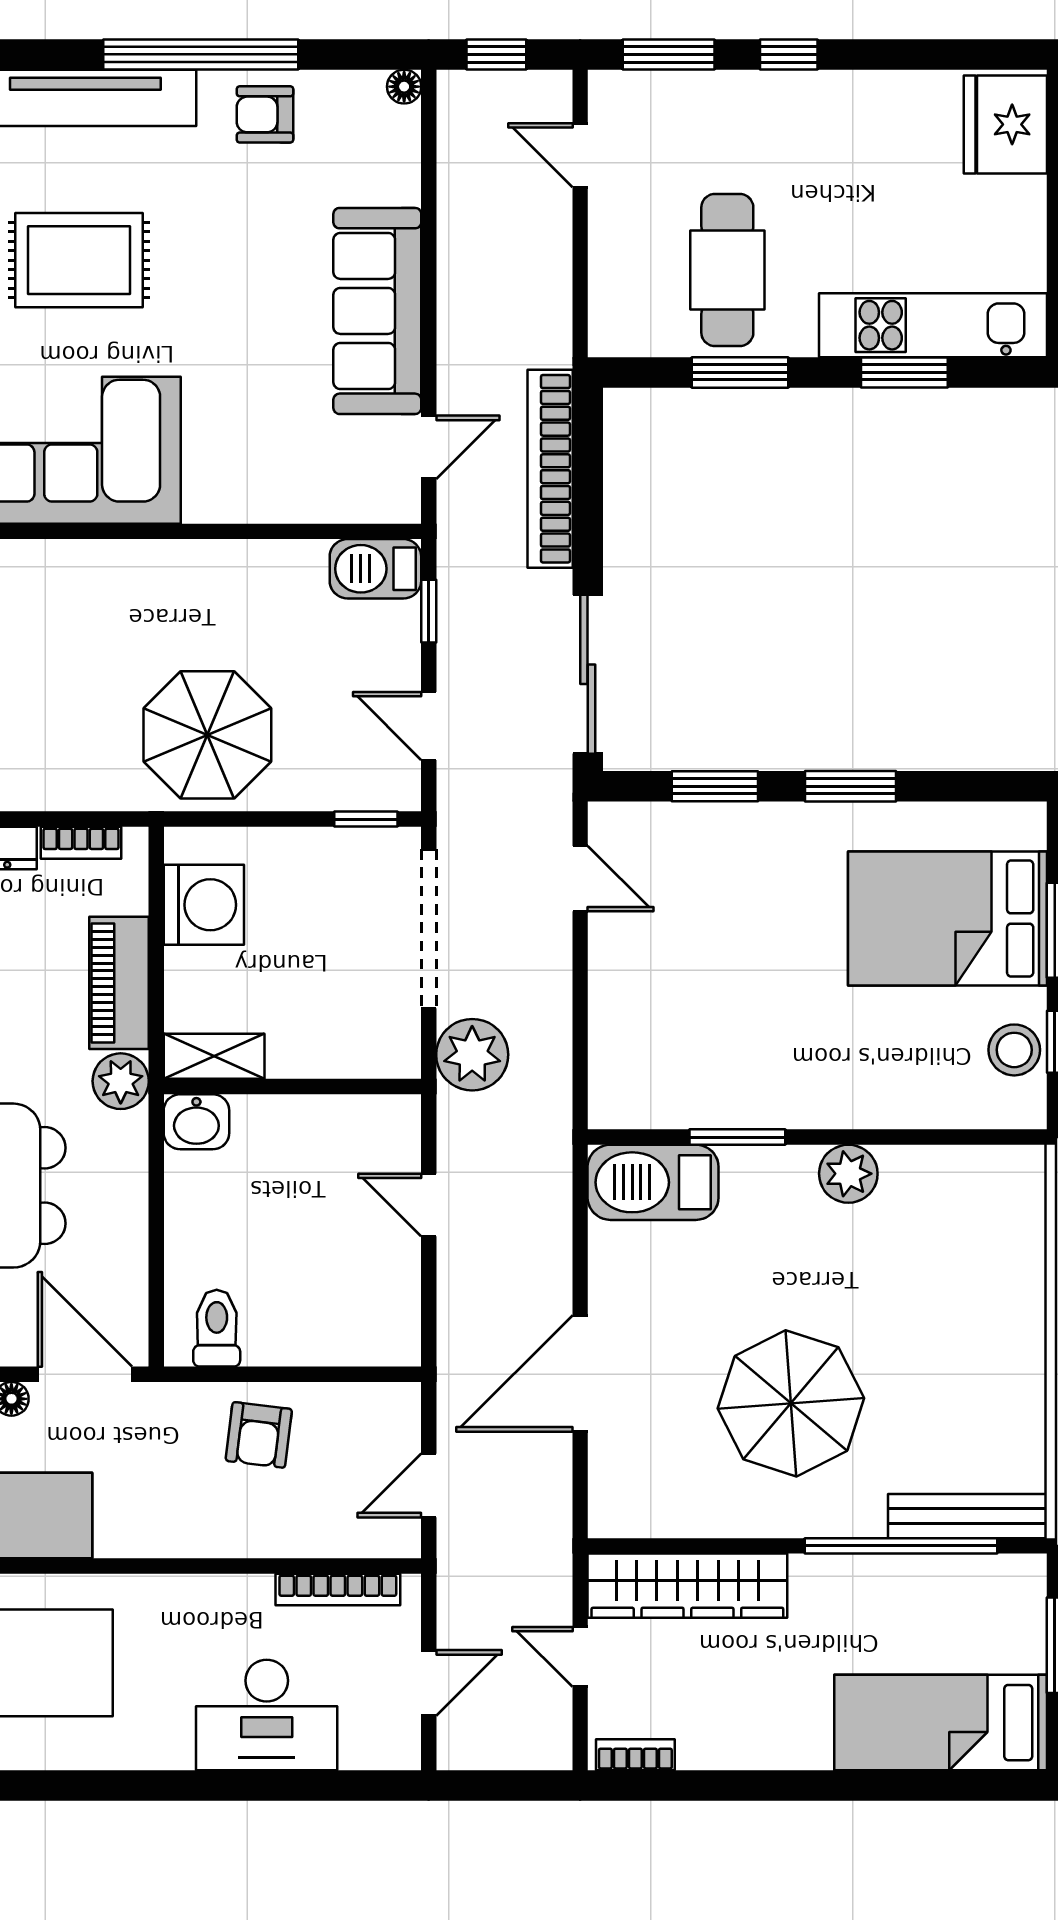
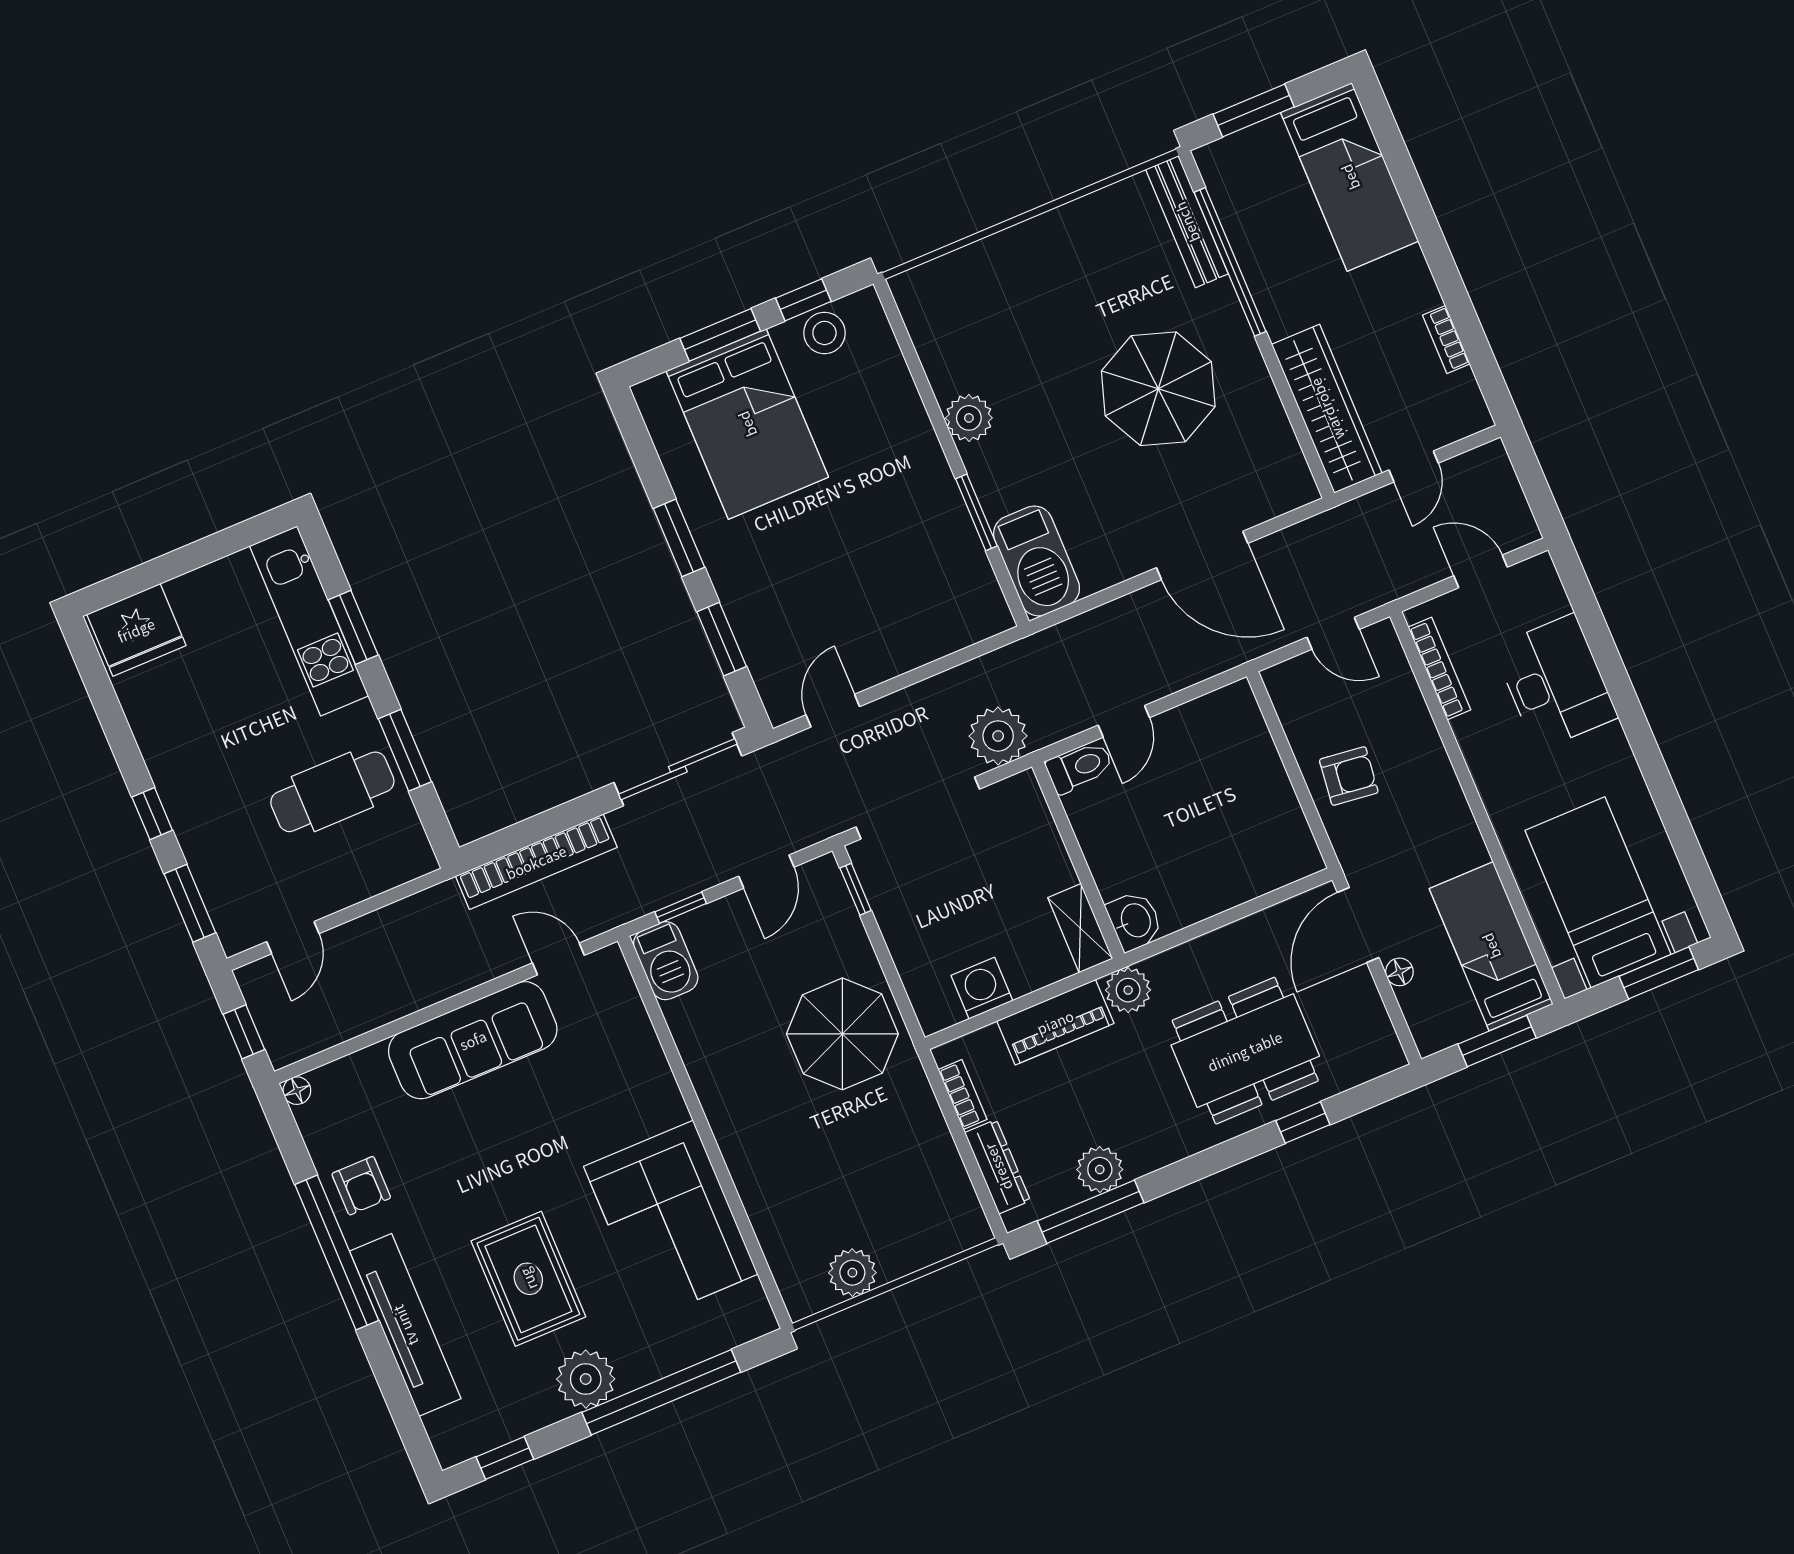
washing machine: (204, 905) -> (982, 988), width x0.73, depth x0.73
toilet: (217, 1328) -> (1080, 767), moved, turned 180
bookcase: (635, 1755) -> (1446, 340), moved

